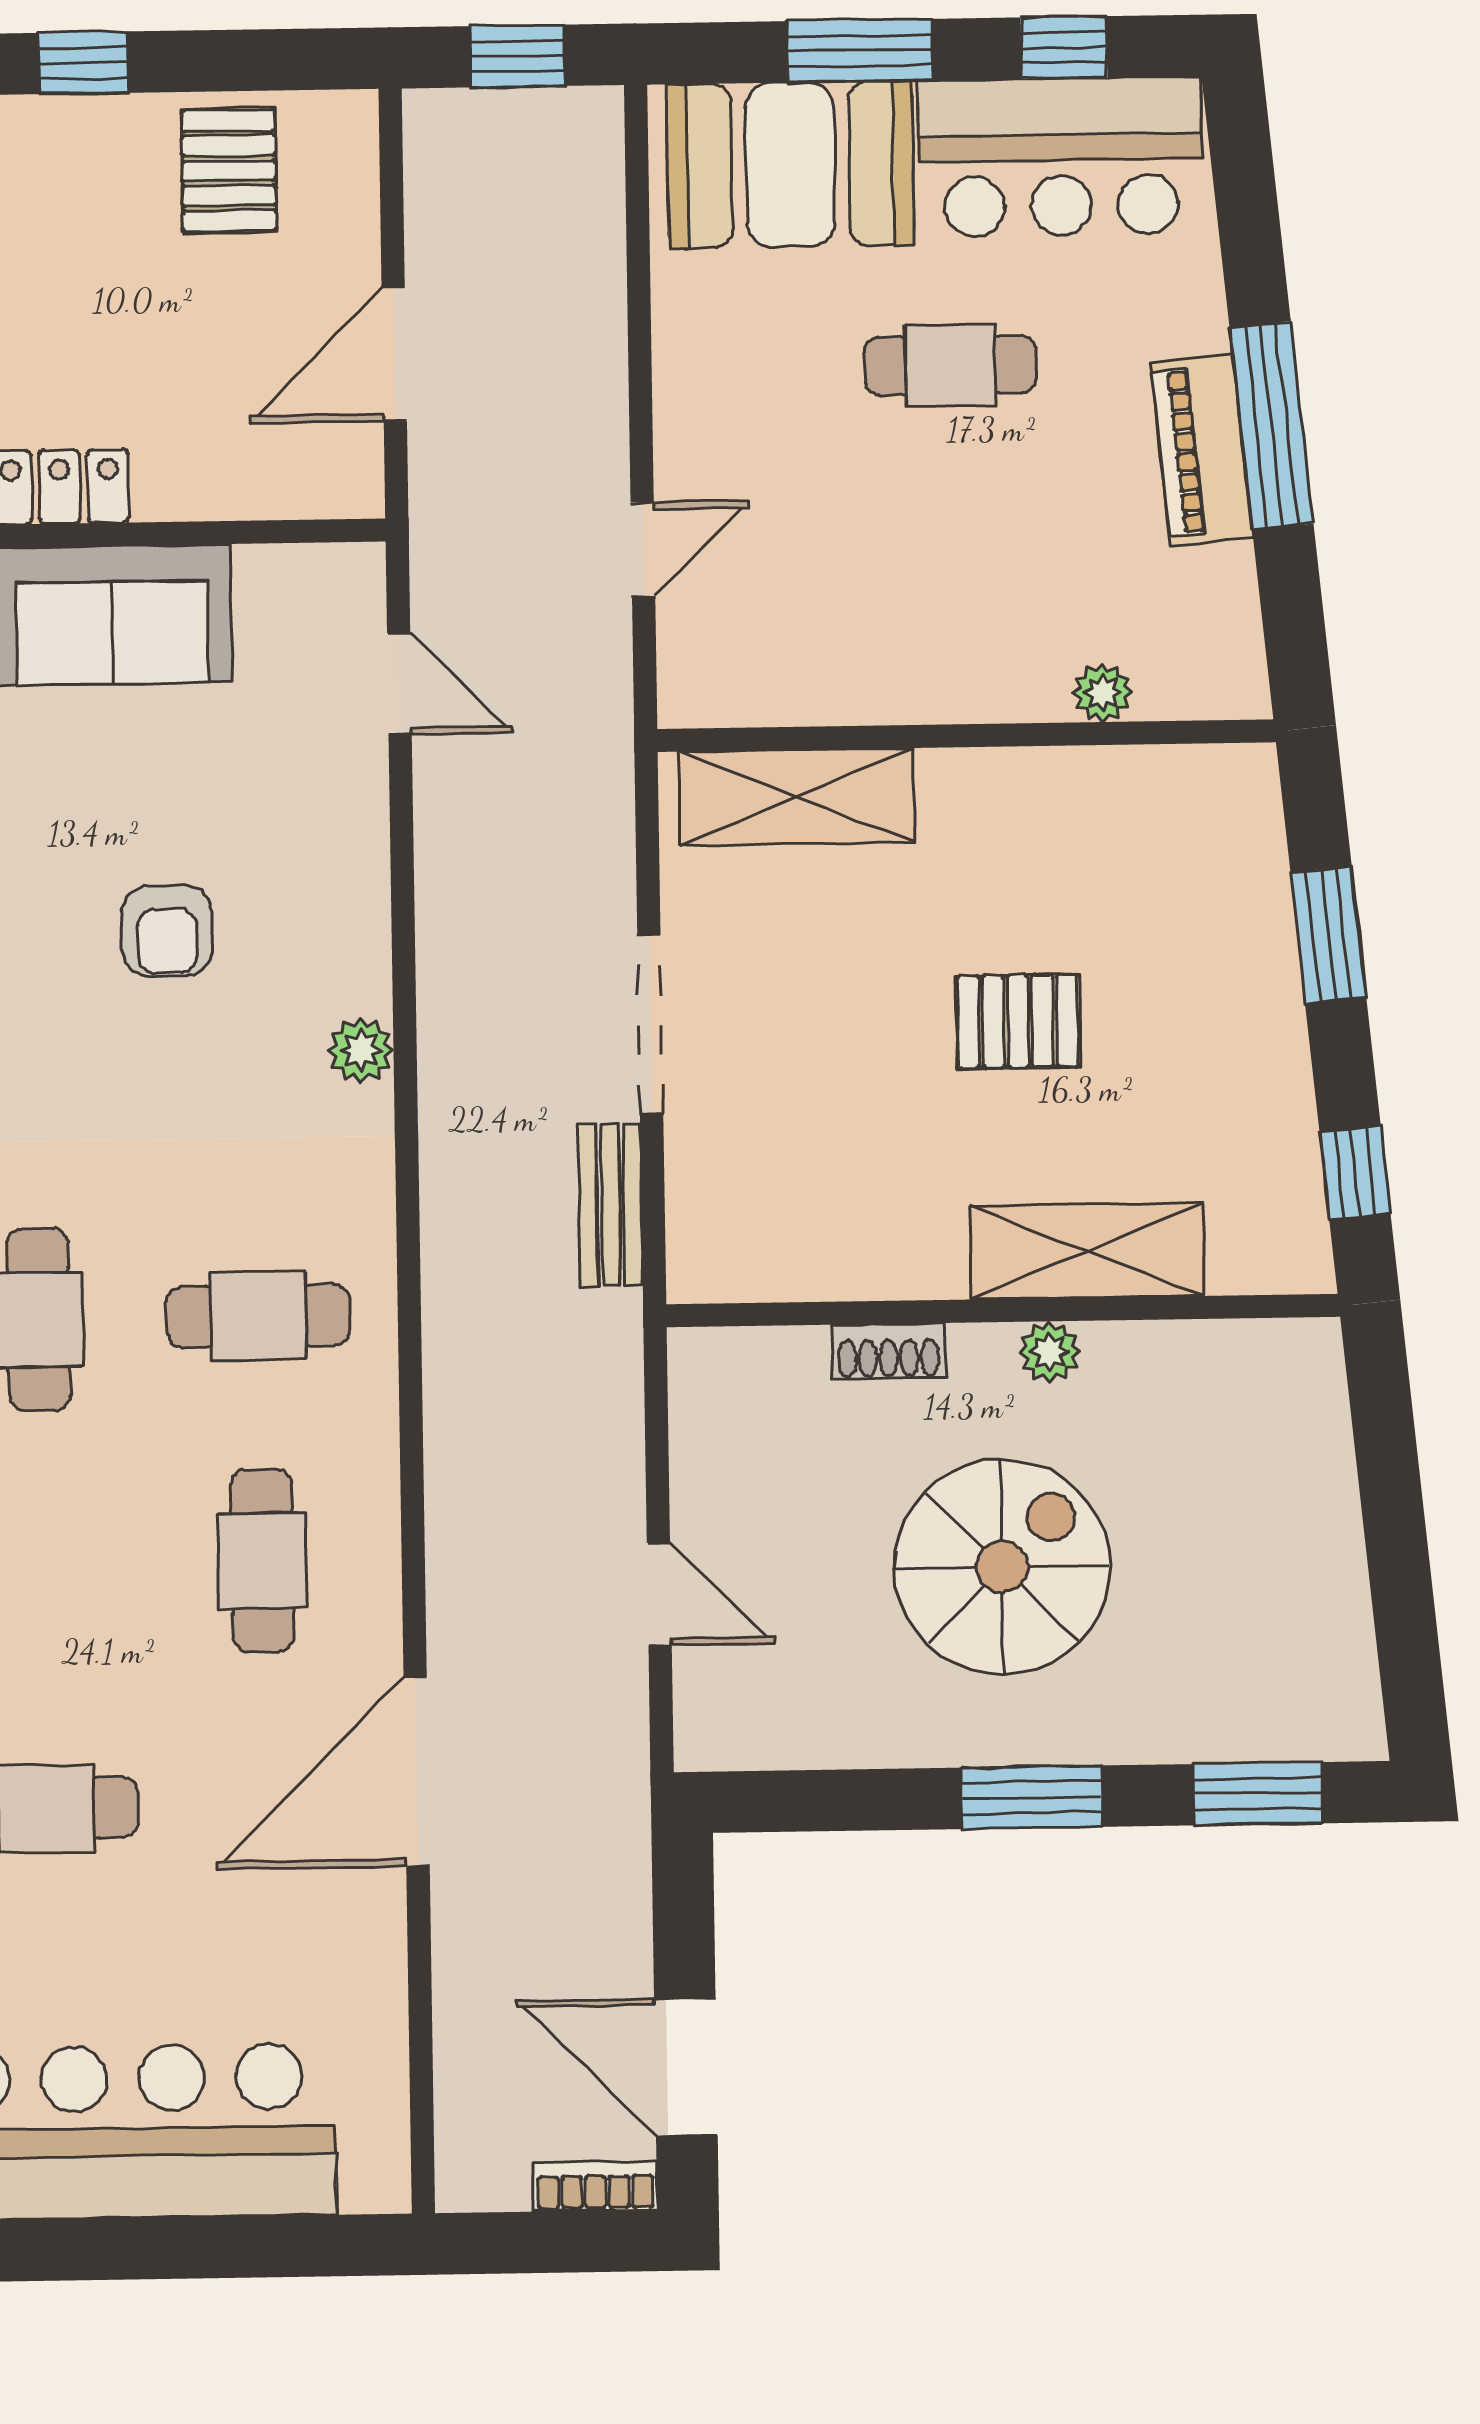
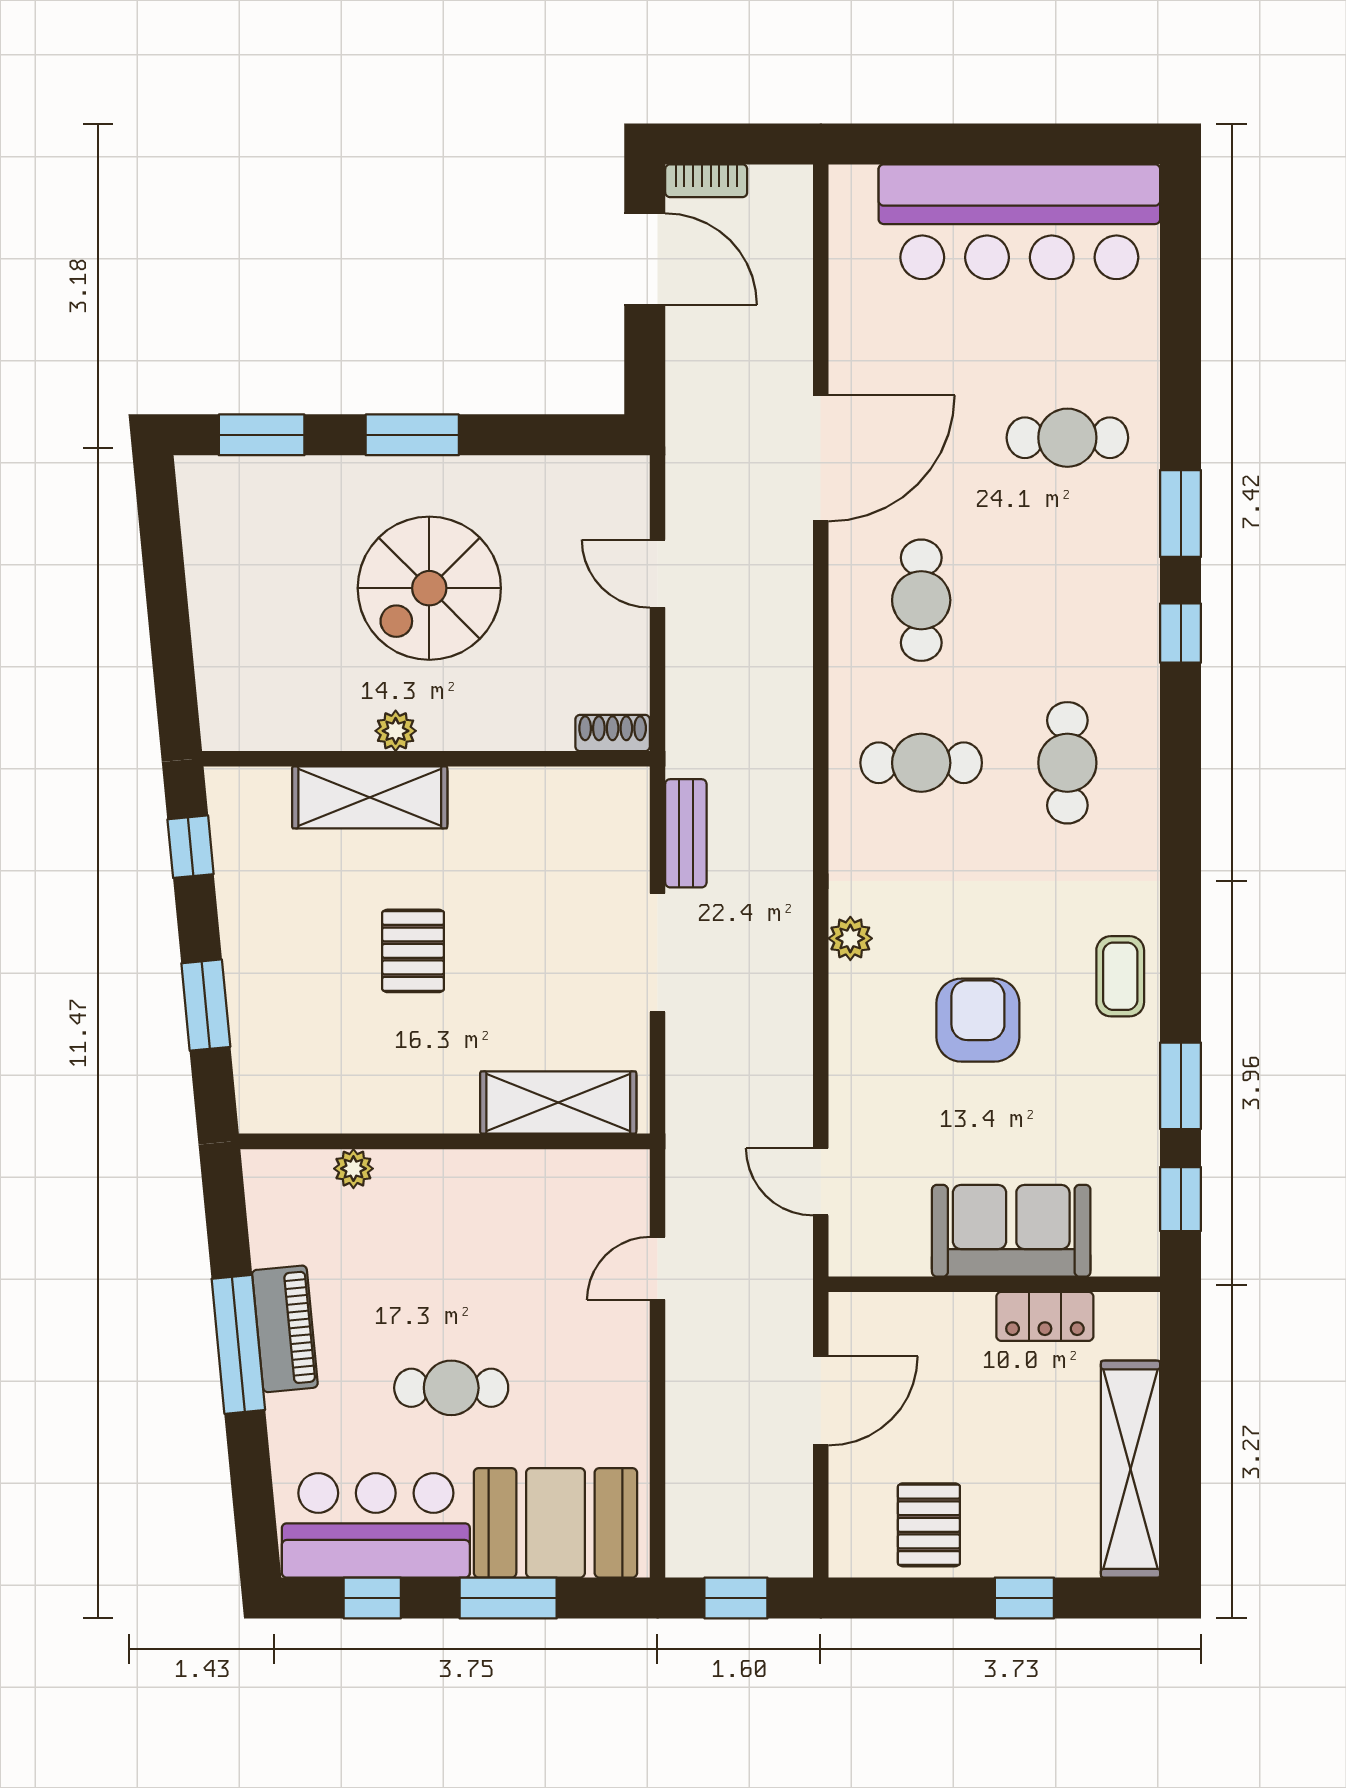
armchair: (167, 931) -> (978, 1020), width x1.38, depth x1.38
pallet: (1018, 1021) -> (413, 951), turned 90
shoe rack: (888, 1351) -> (613, 733), moved

